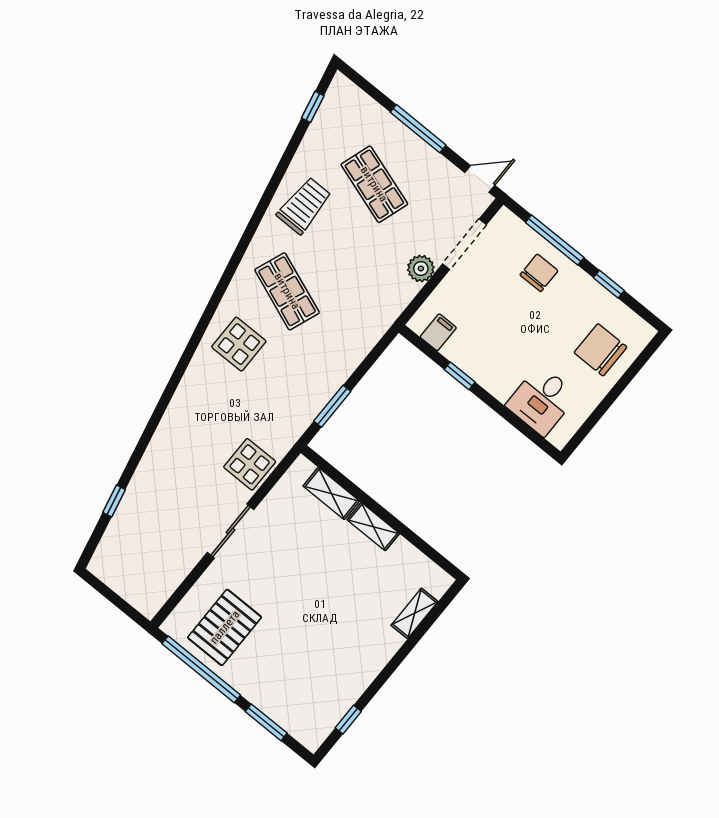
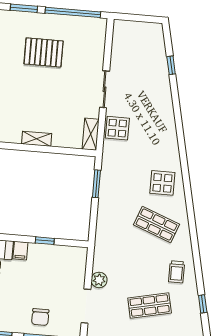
window: (313, 107) -> (203, 304), moved
shop shelf: (374, 184) -> (150, 305), turned -30
trolley: (304, 206) -> (177, 272), width x0.73, depth x0.72
filing cabinet: (438, 332) -> (20, 251), moved
shelving: (331, 494) -> (91, 134), moved, turned 90
pallet: (225, 627) -> (44, 52), moved, turned 90

